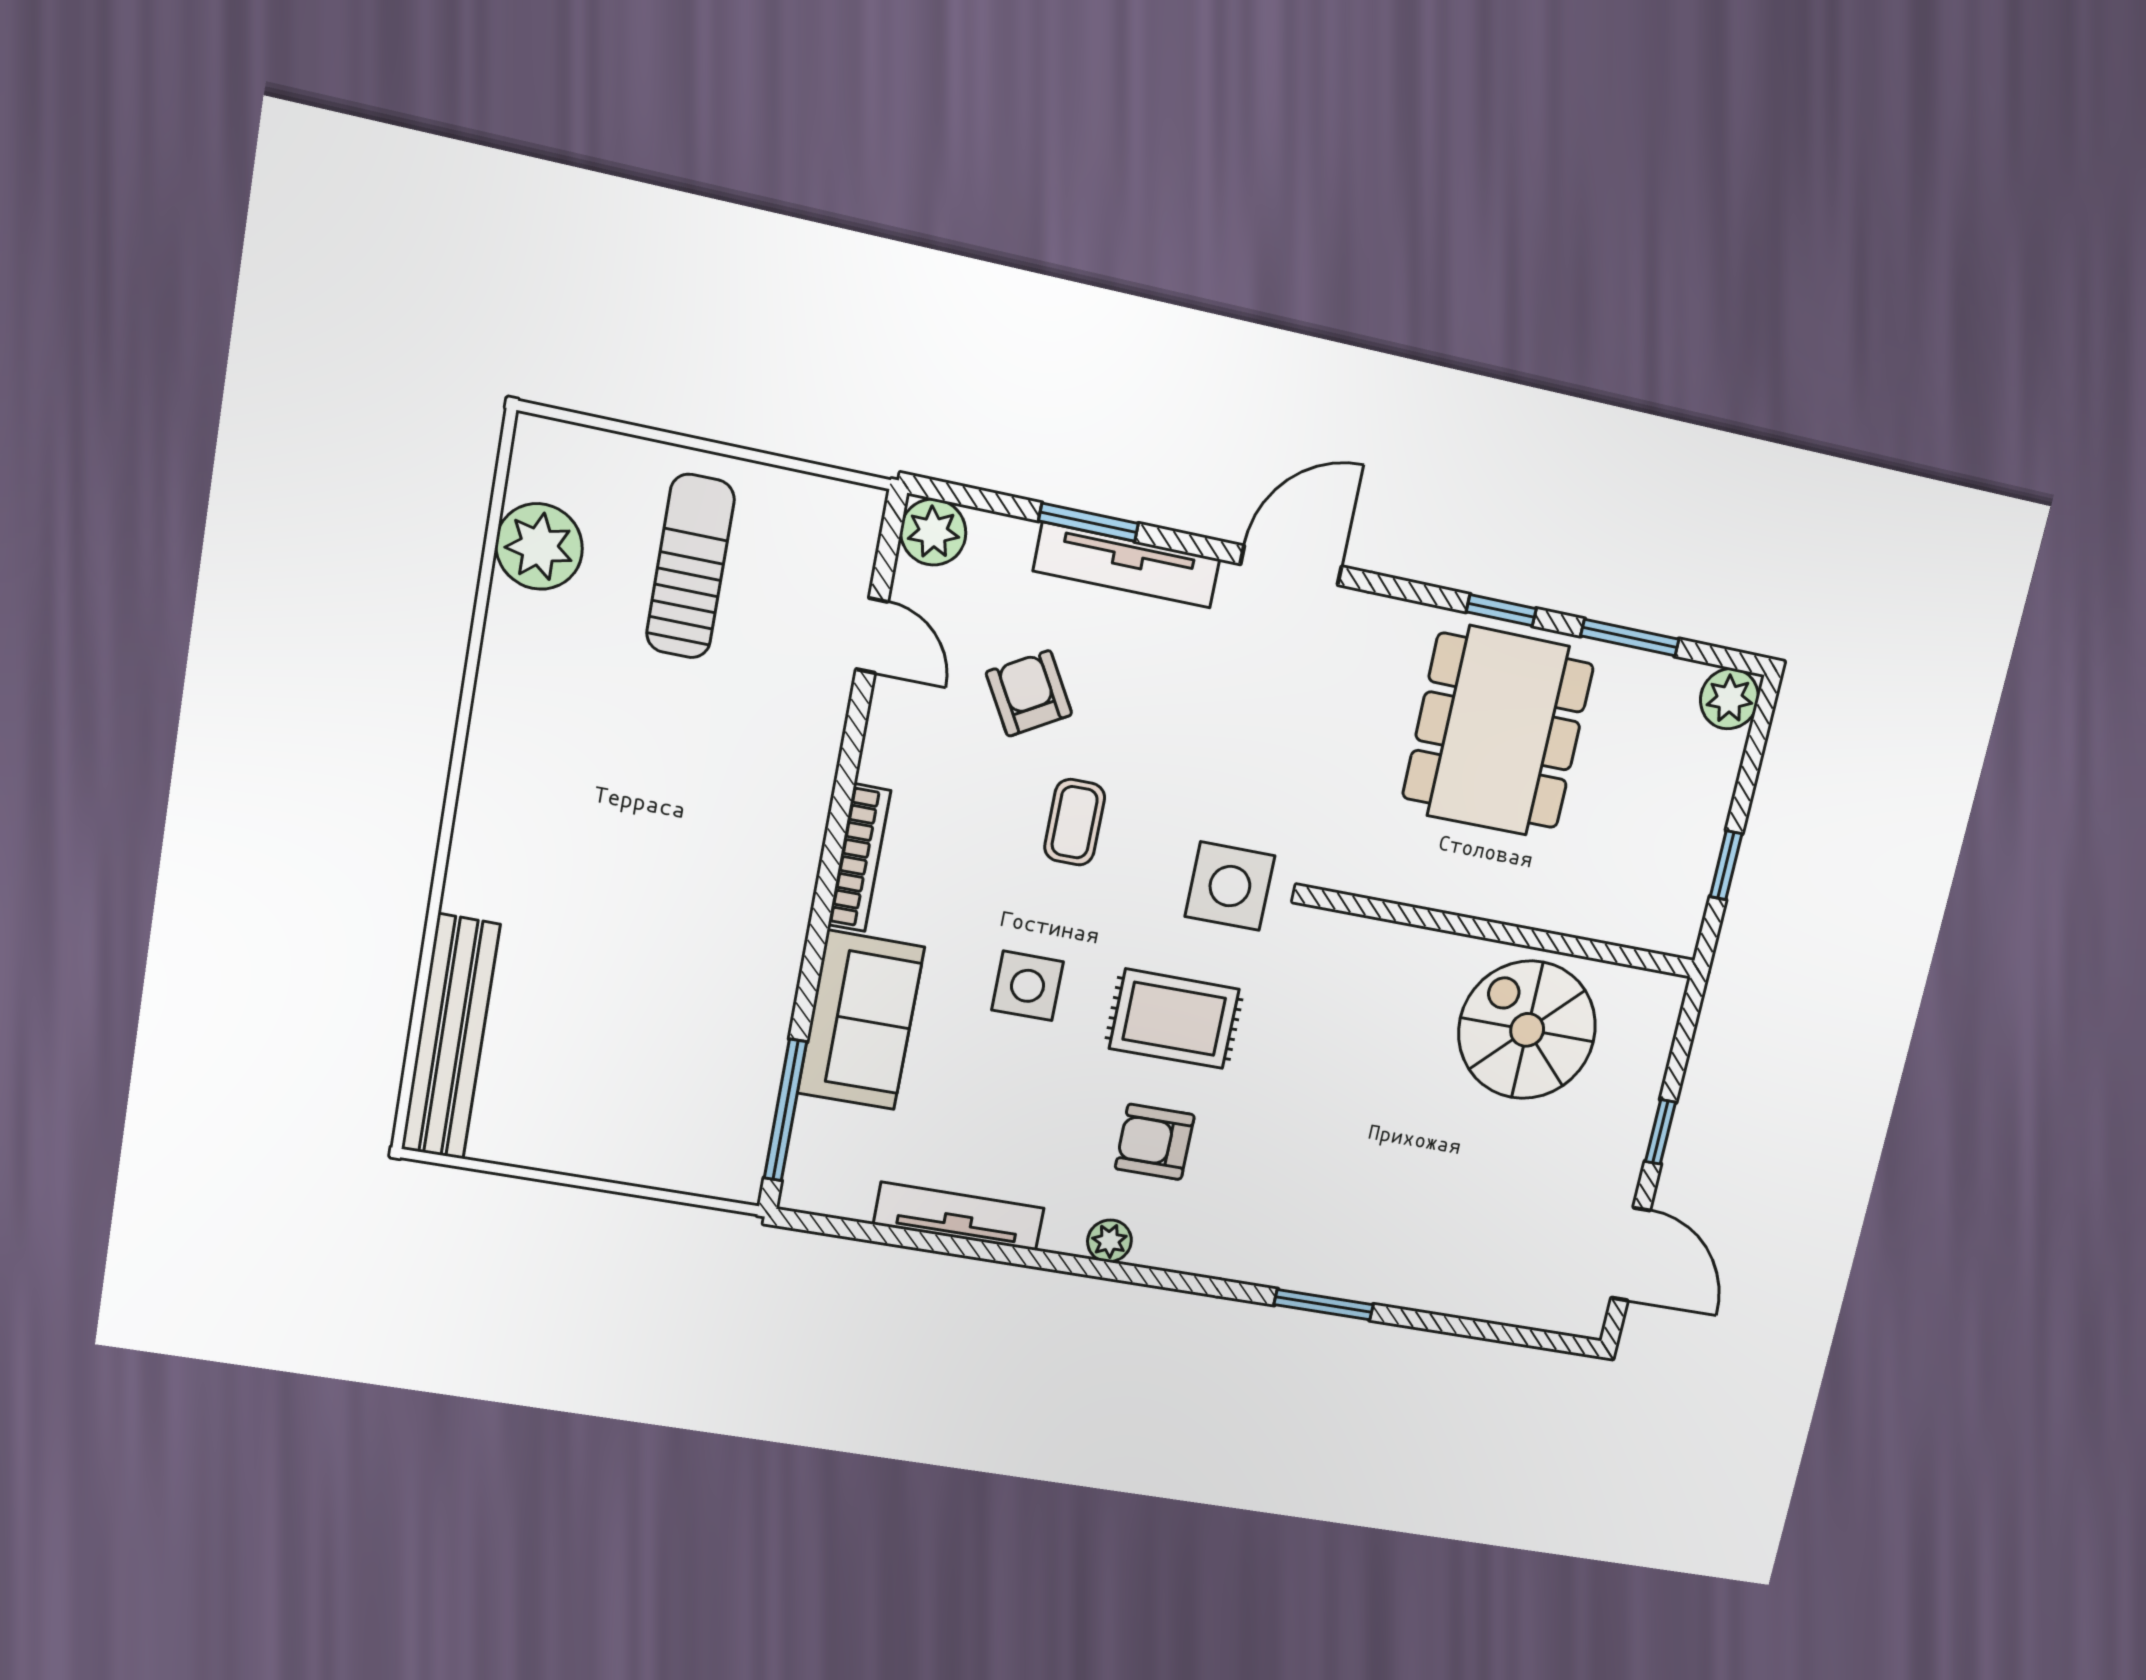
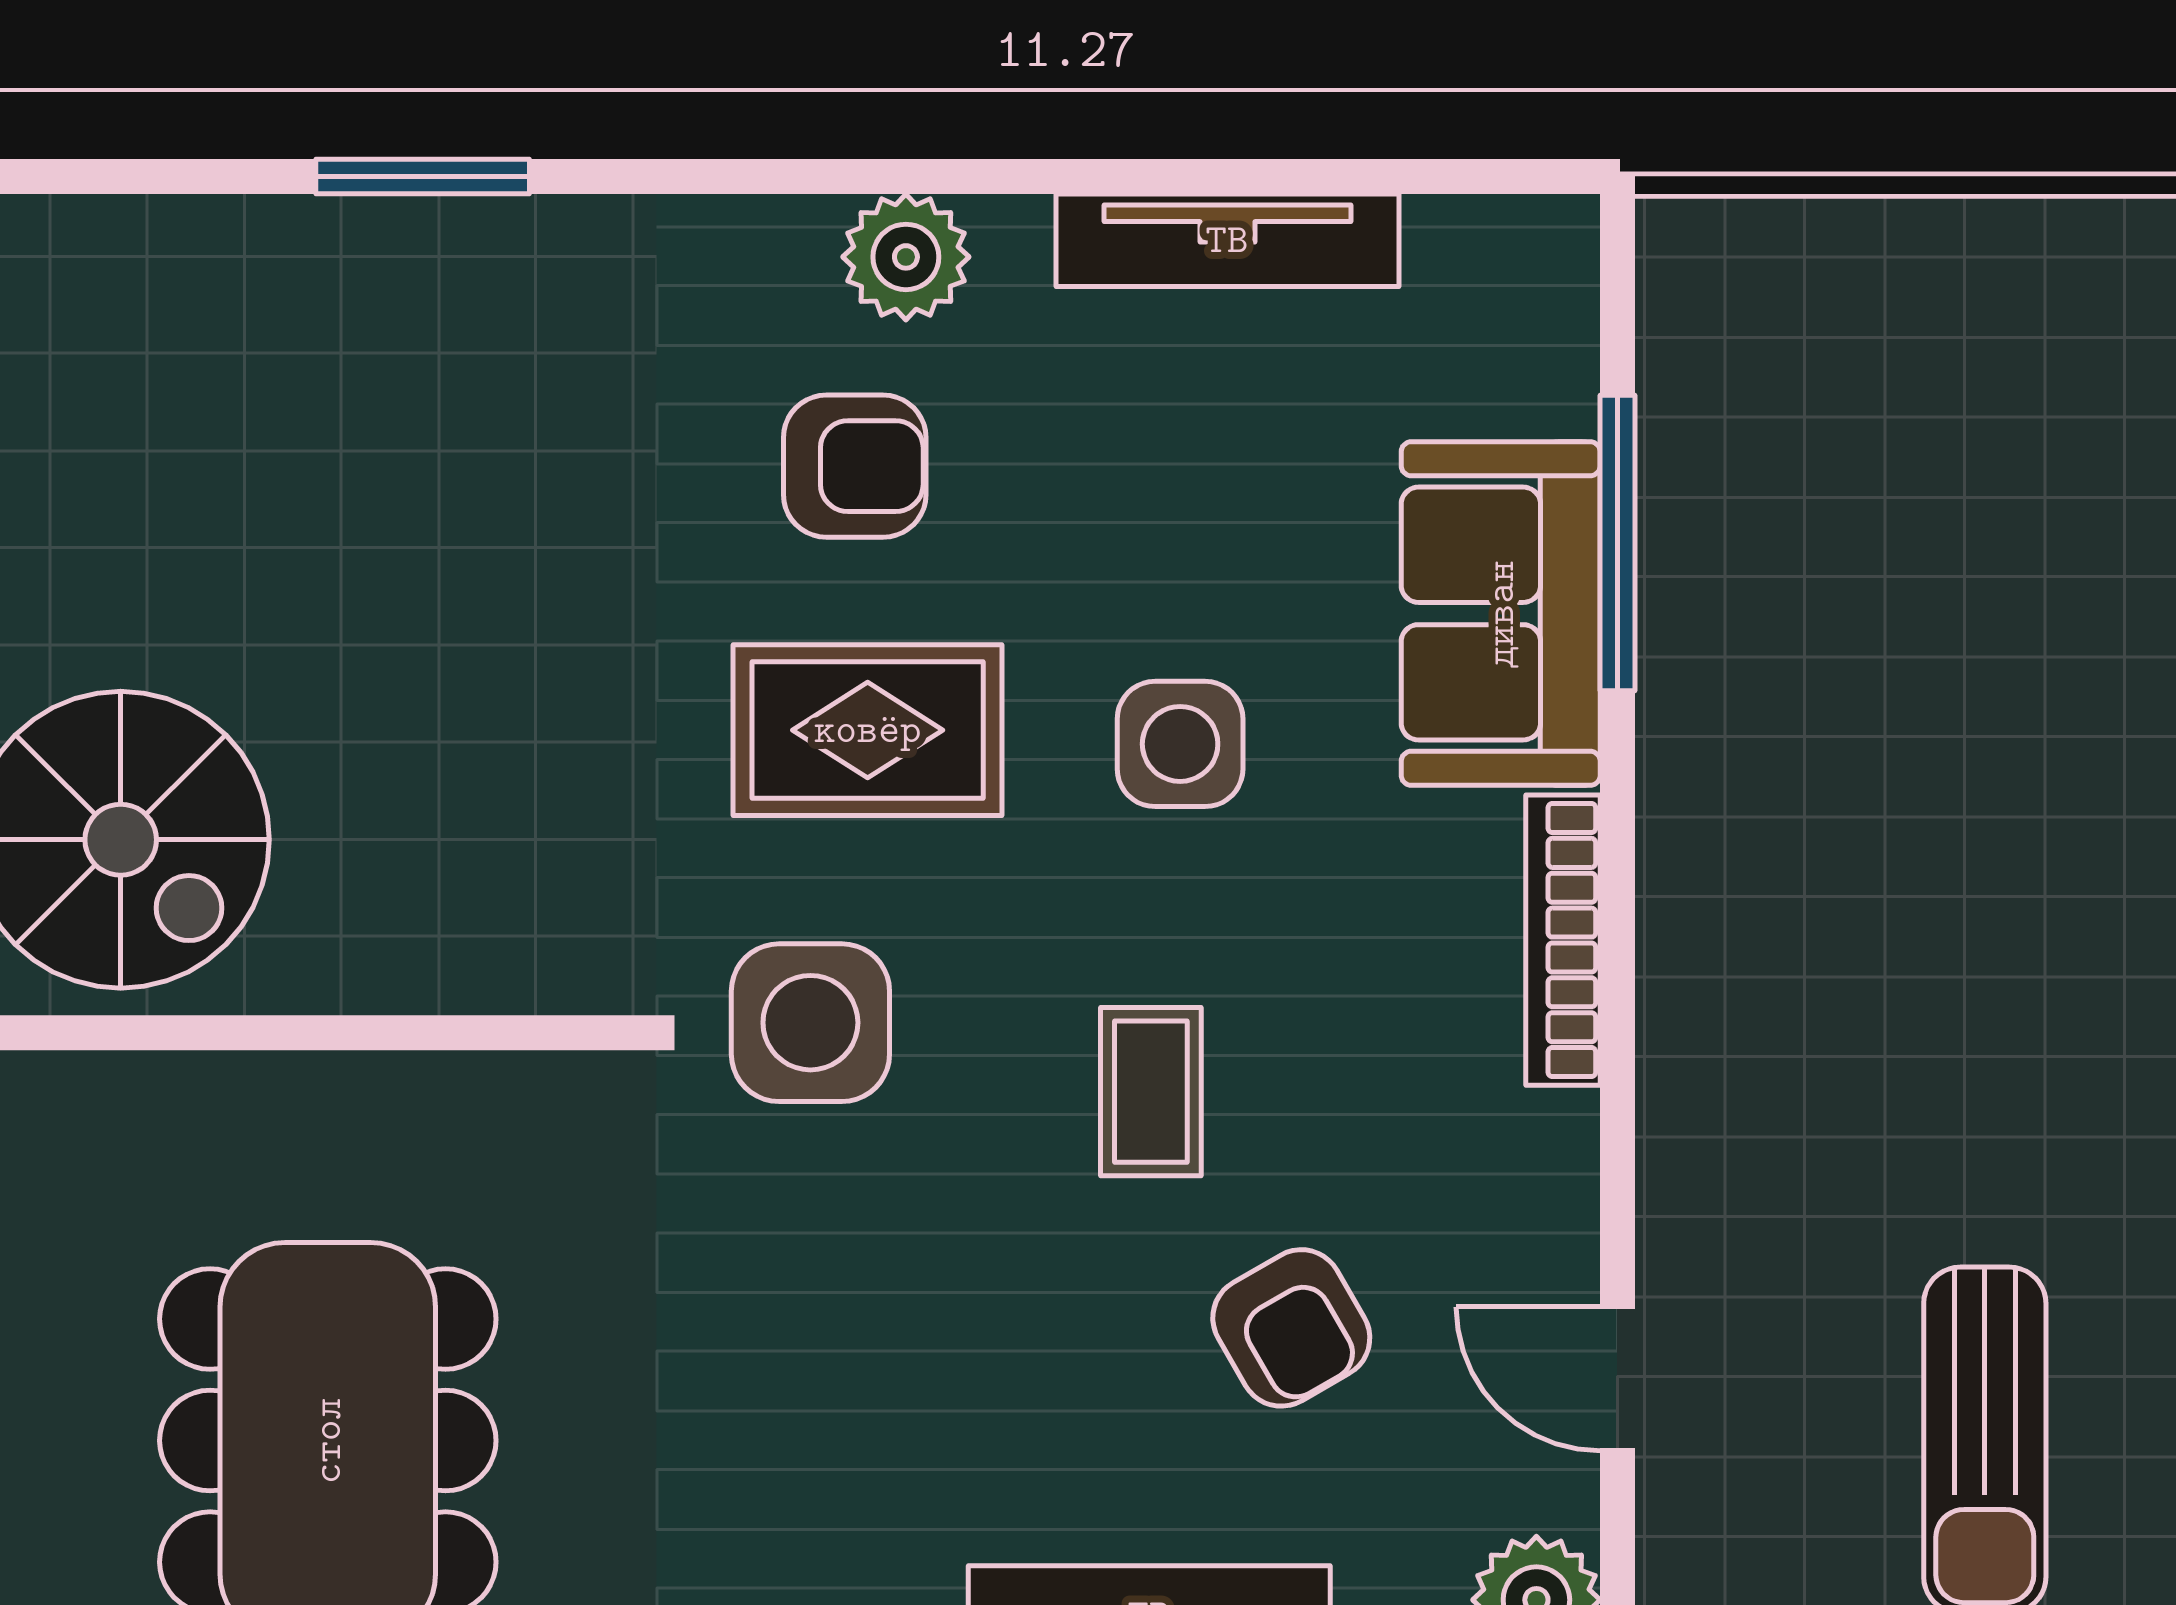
window: (785, 1110) -> (1617, 543), moved
plant: (1109, 1241) -> (906, 257), width x1.38, depth x1.38

